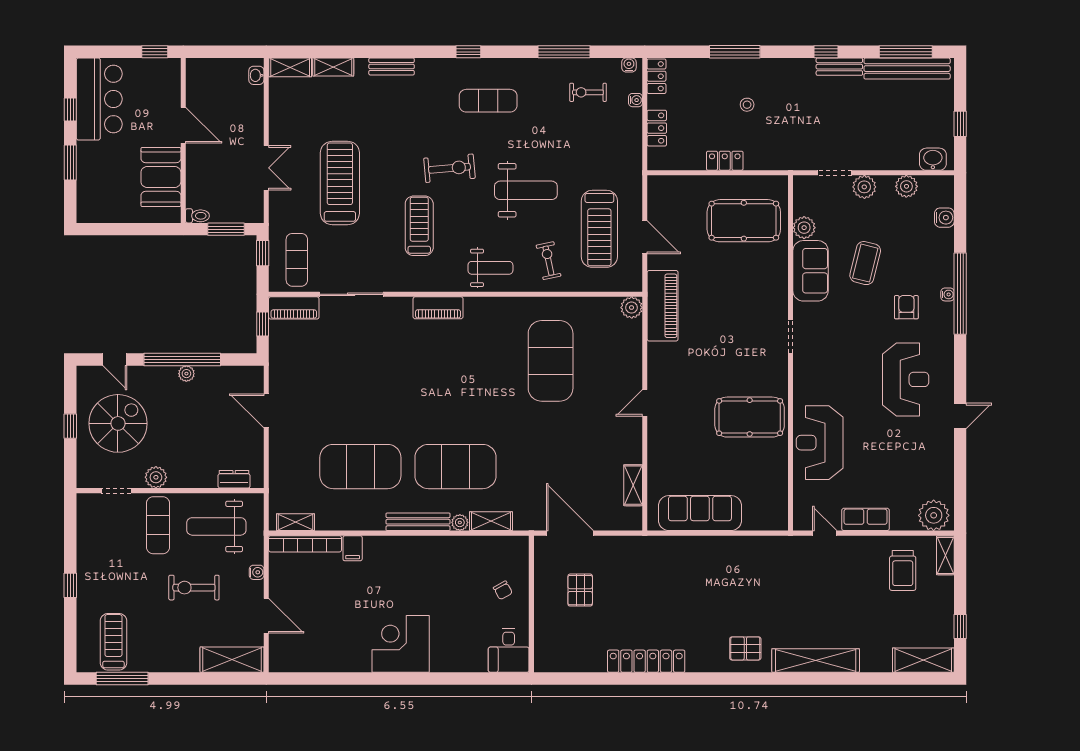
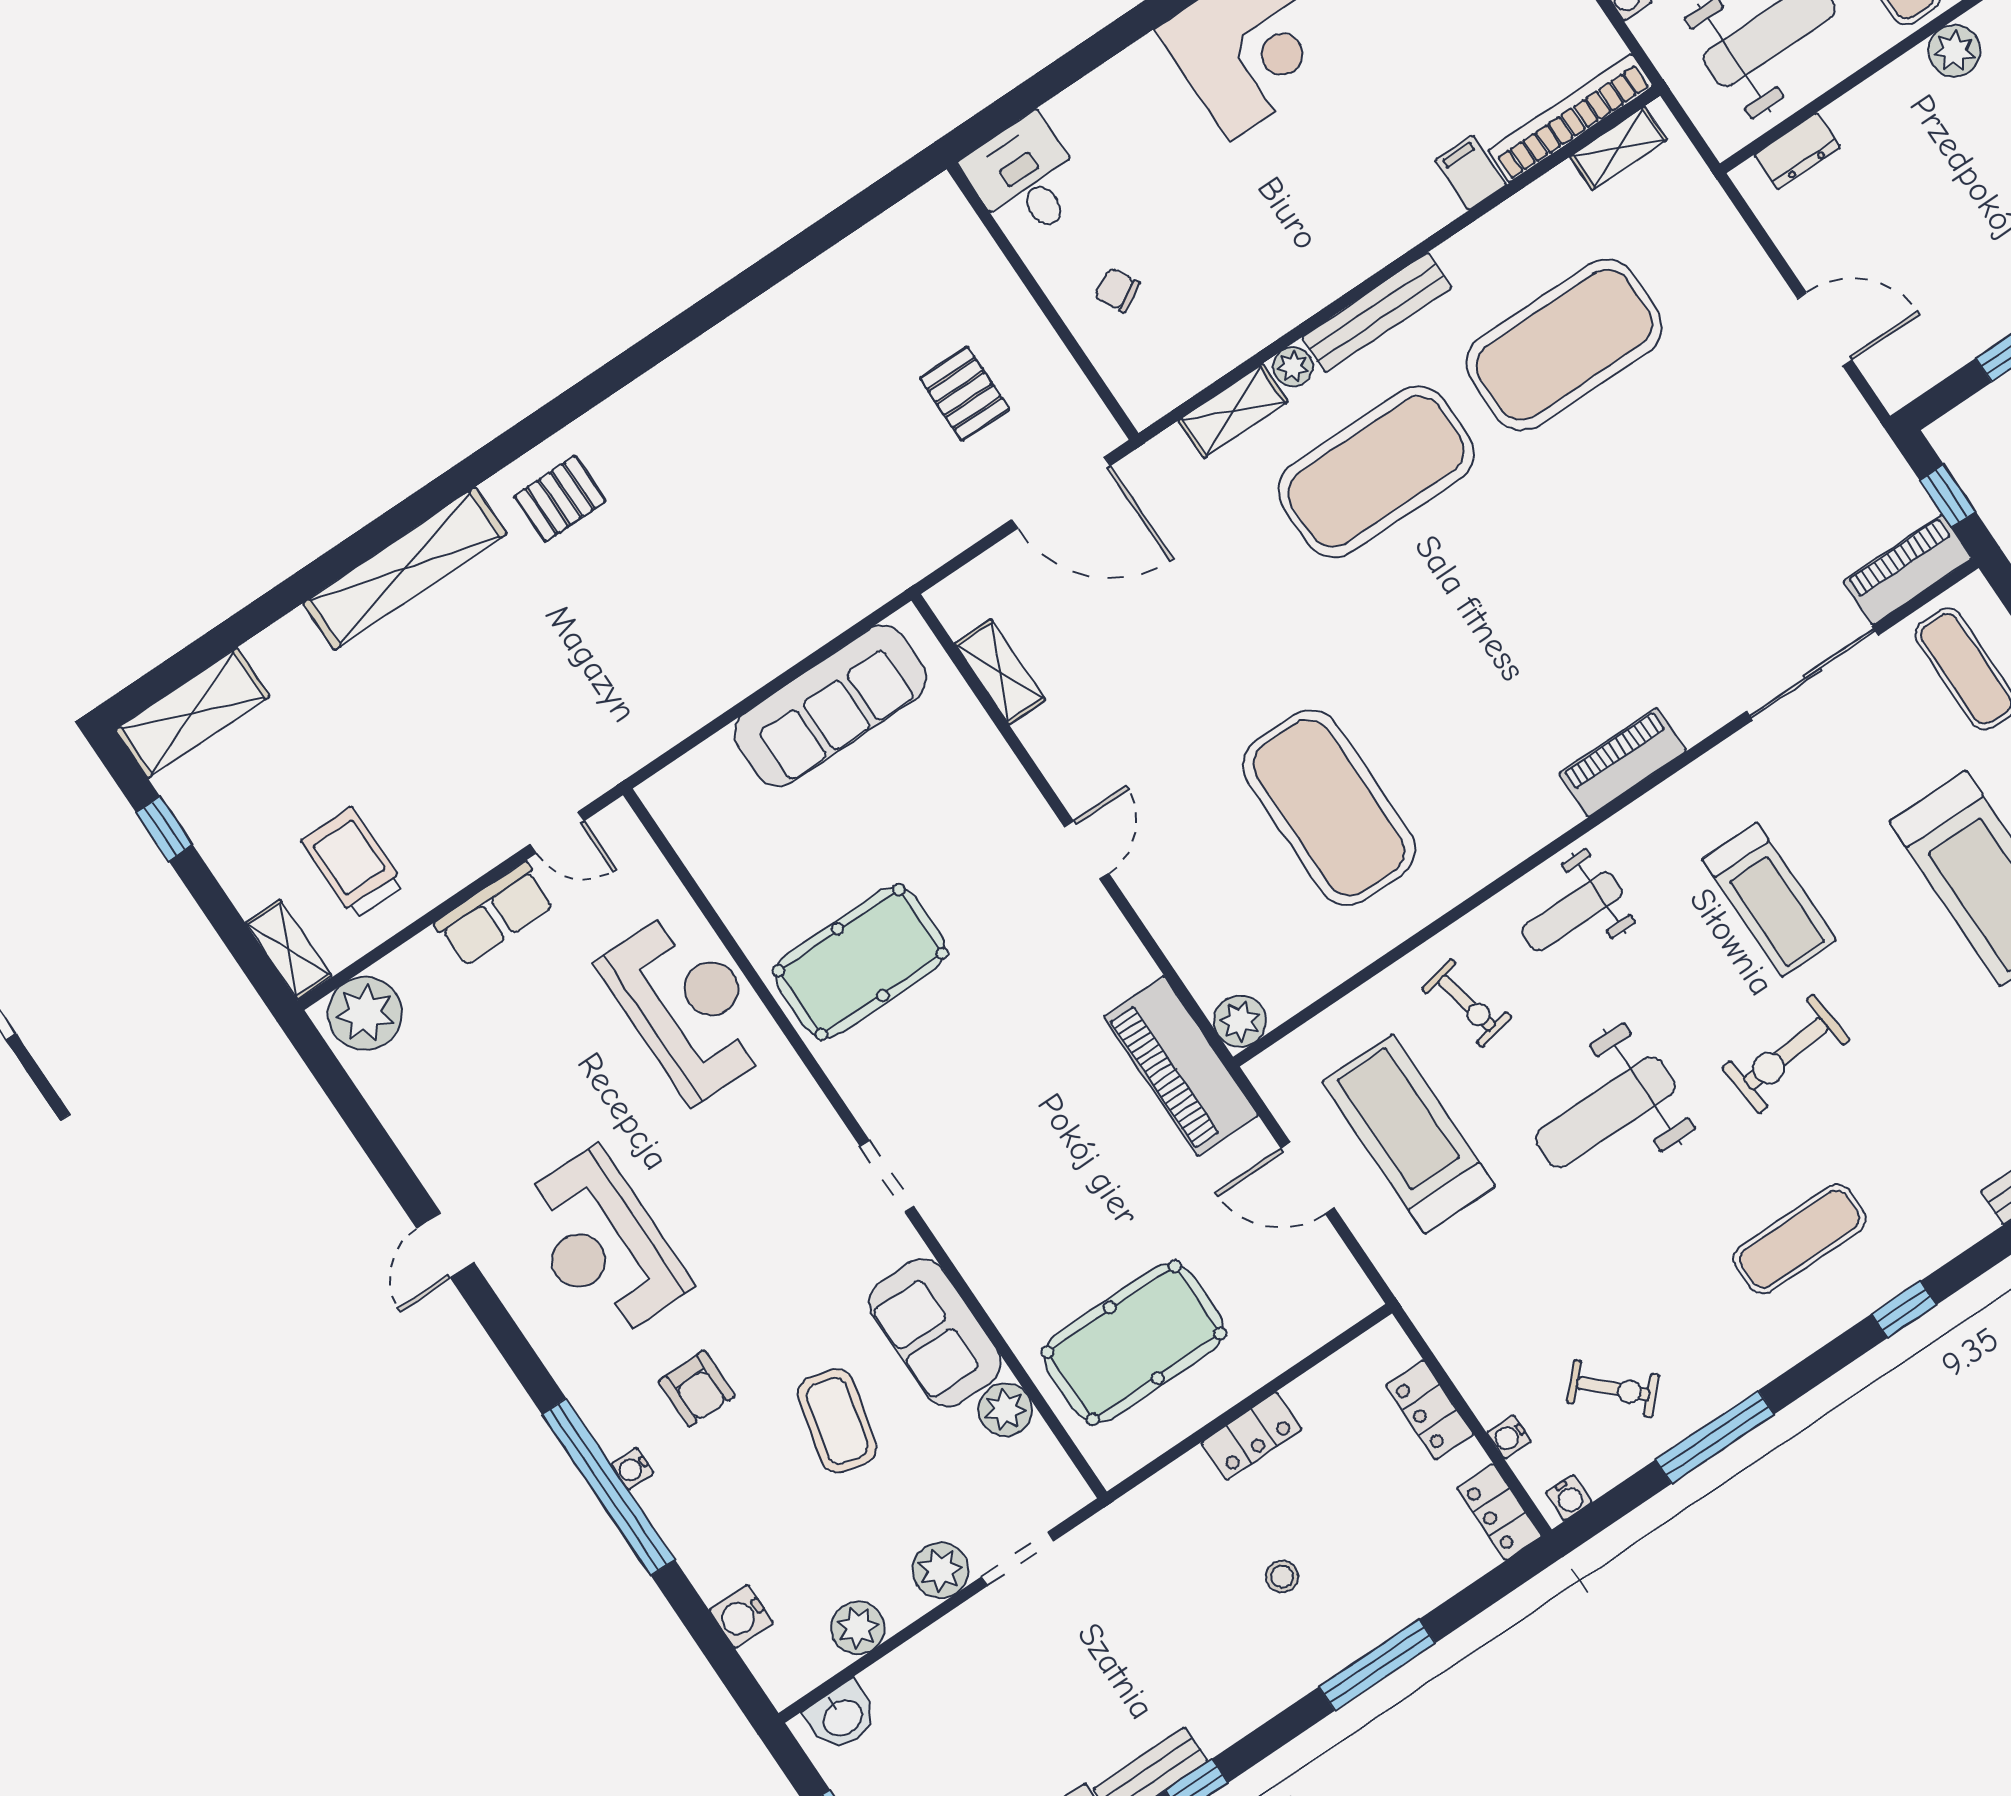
exercise bike: (588, 92) -> (1613, 1389), turned 44
locker: (646, 661) -> (739, 341), removed

